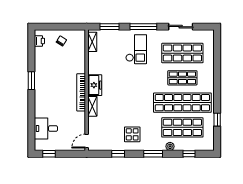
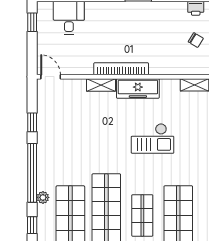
checkout: (136, 49) -> (153, 138), moved
freezer: (95, 85) -> (138, 88), width x1.40
display table: (132, 134) -> (60, 143), removed
window: (153, 154) -> (32, 173), width x2.11

